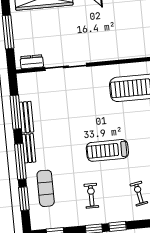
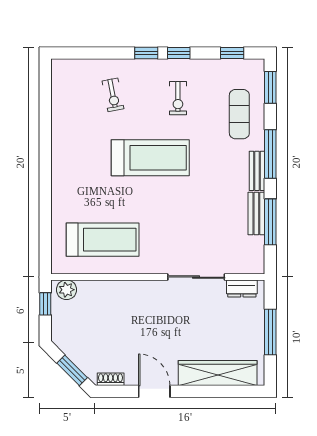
treadmill: (107, 150) -> (150, 158), width x1.37, depth x1.38
window: (24, 199) -> (270, 87), moved

